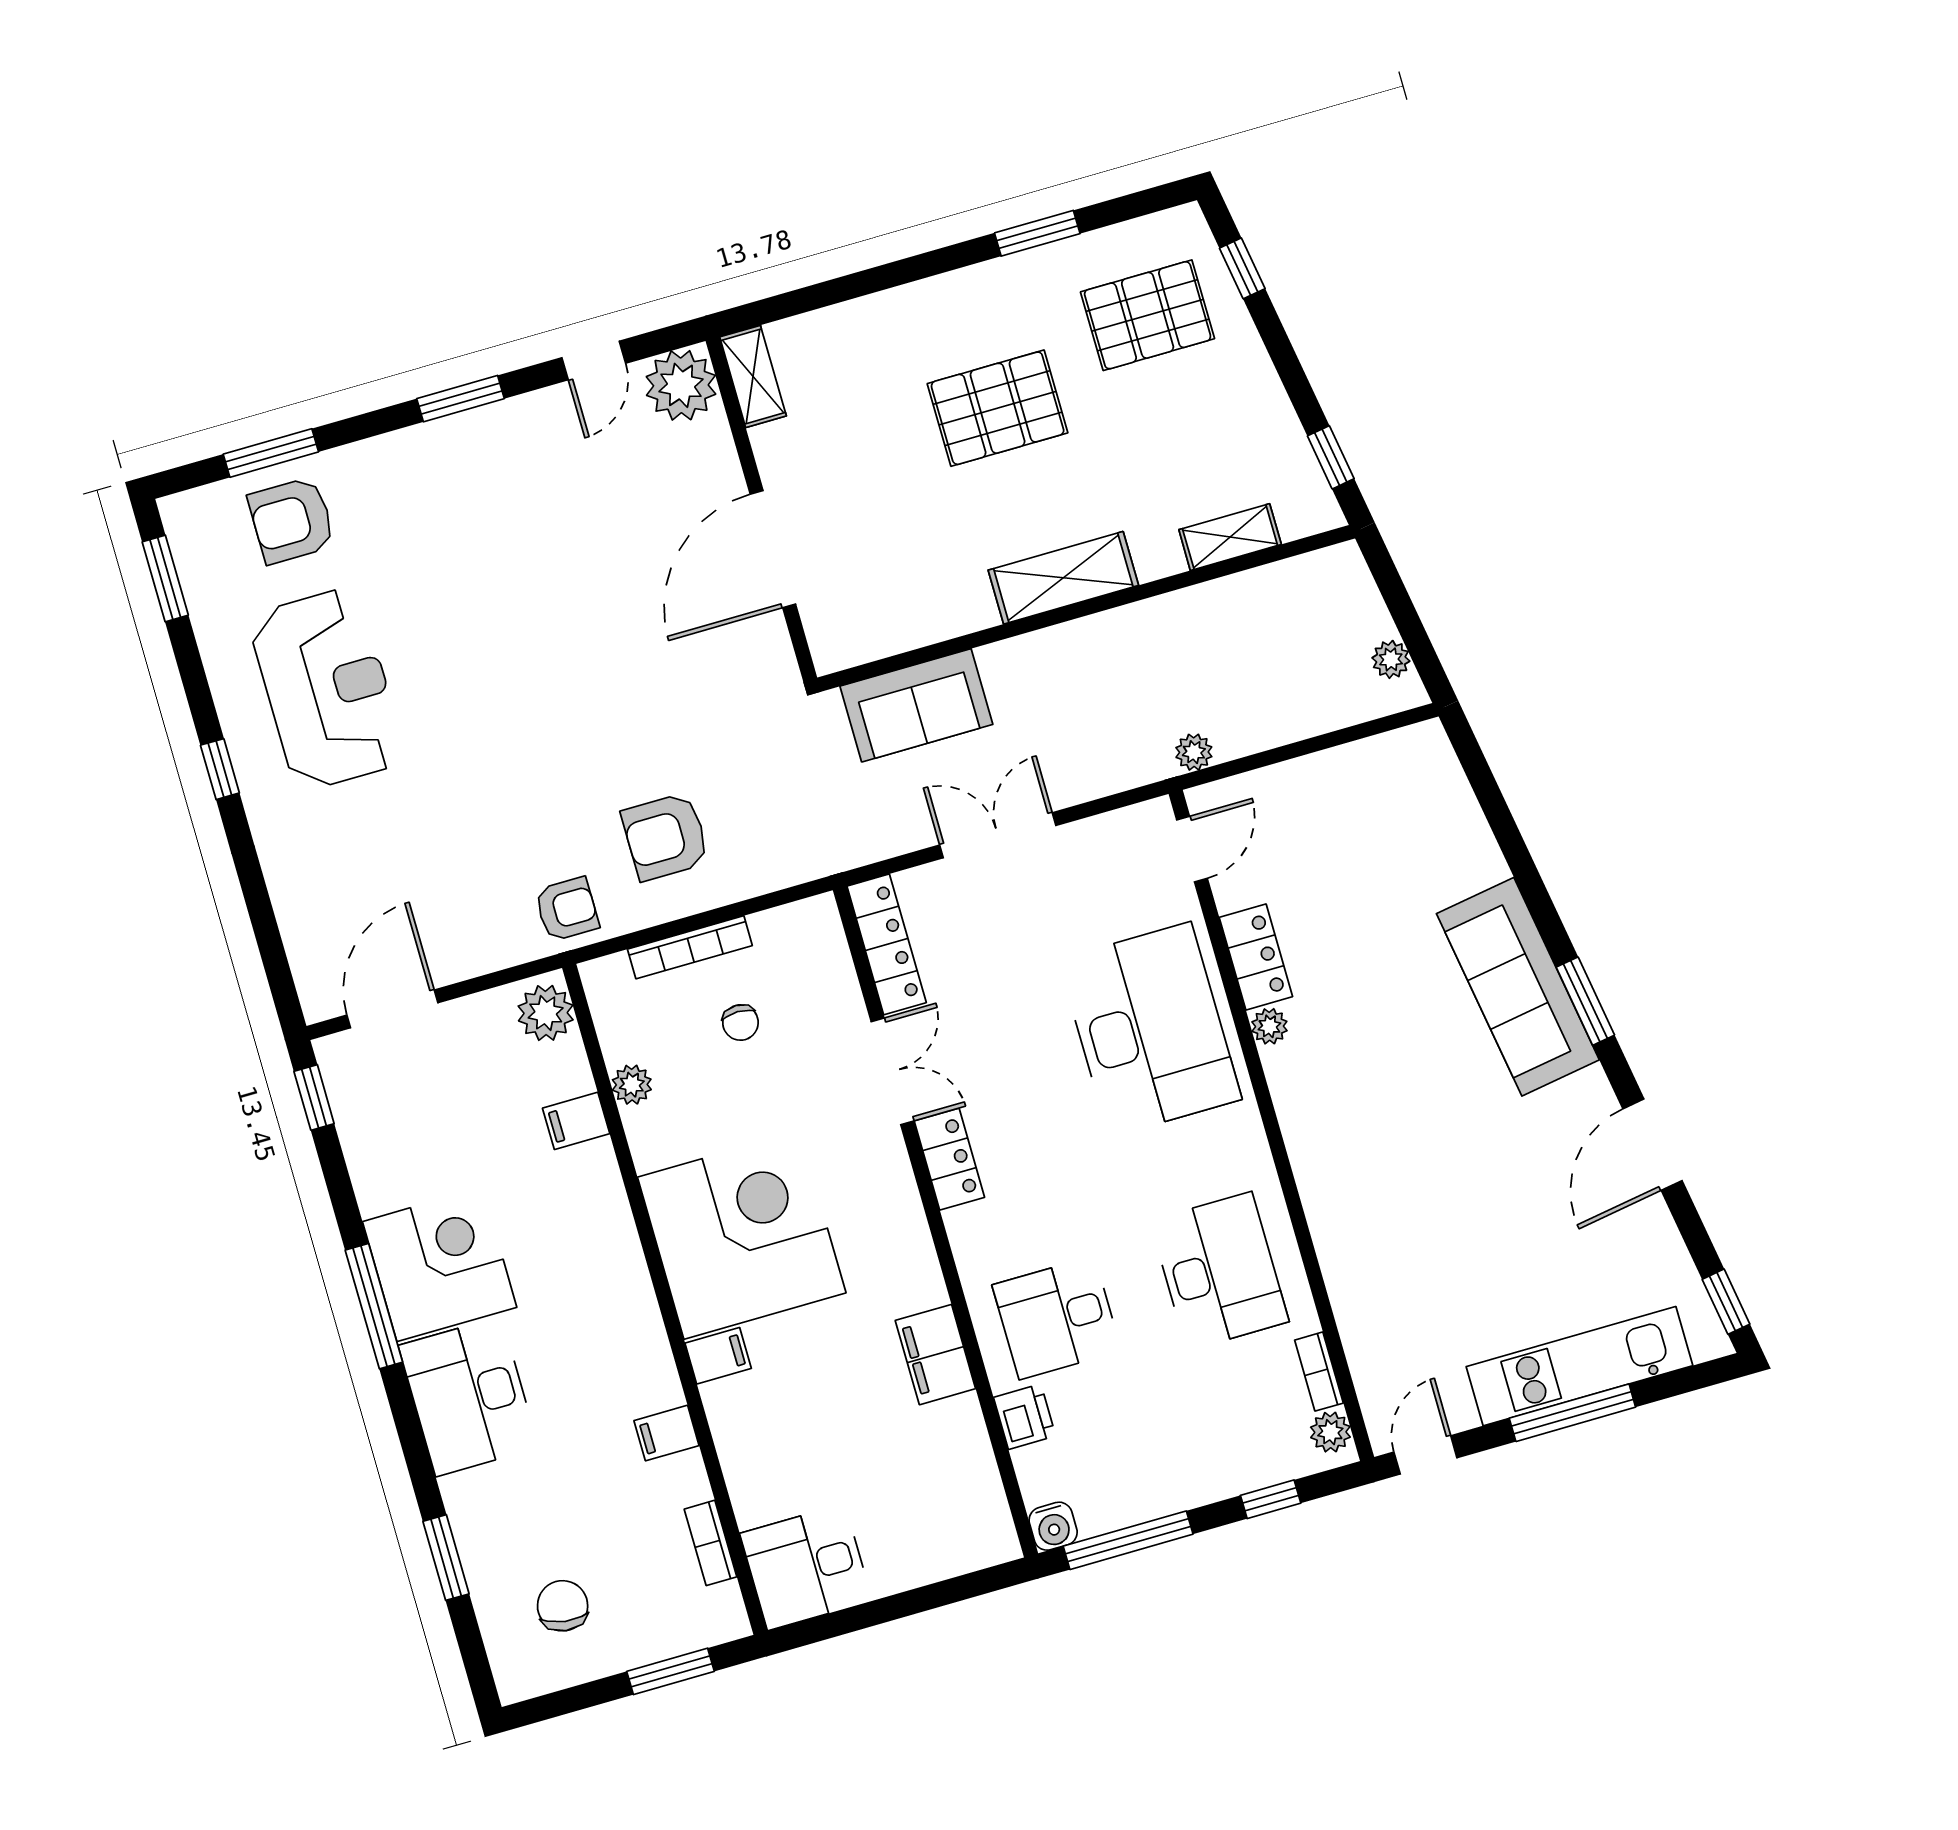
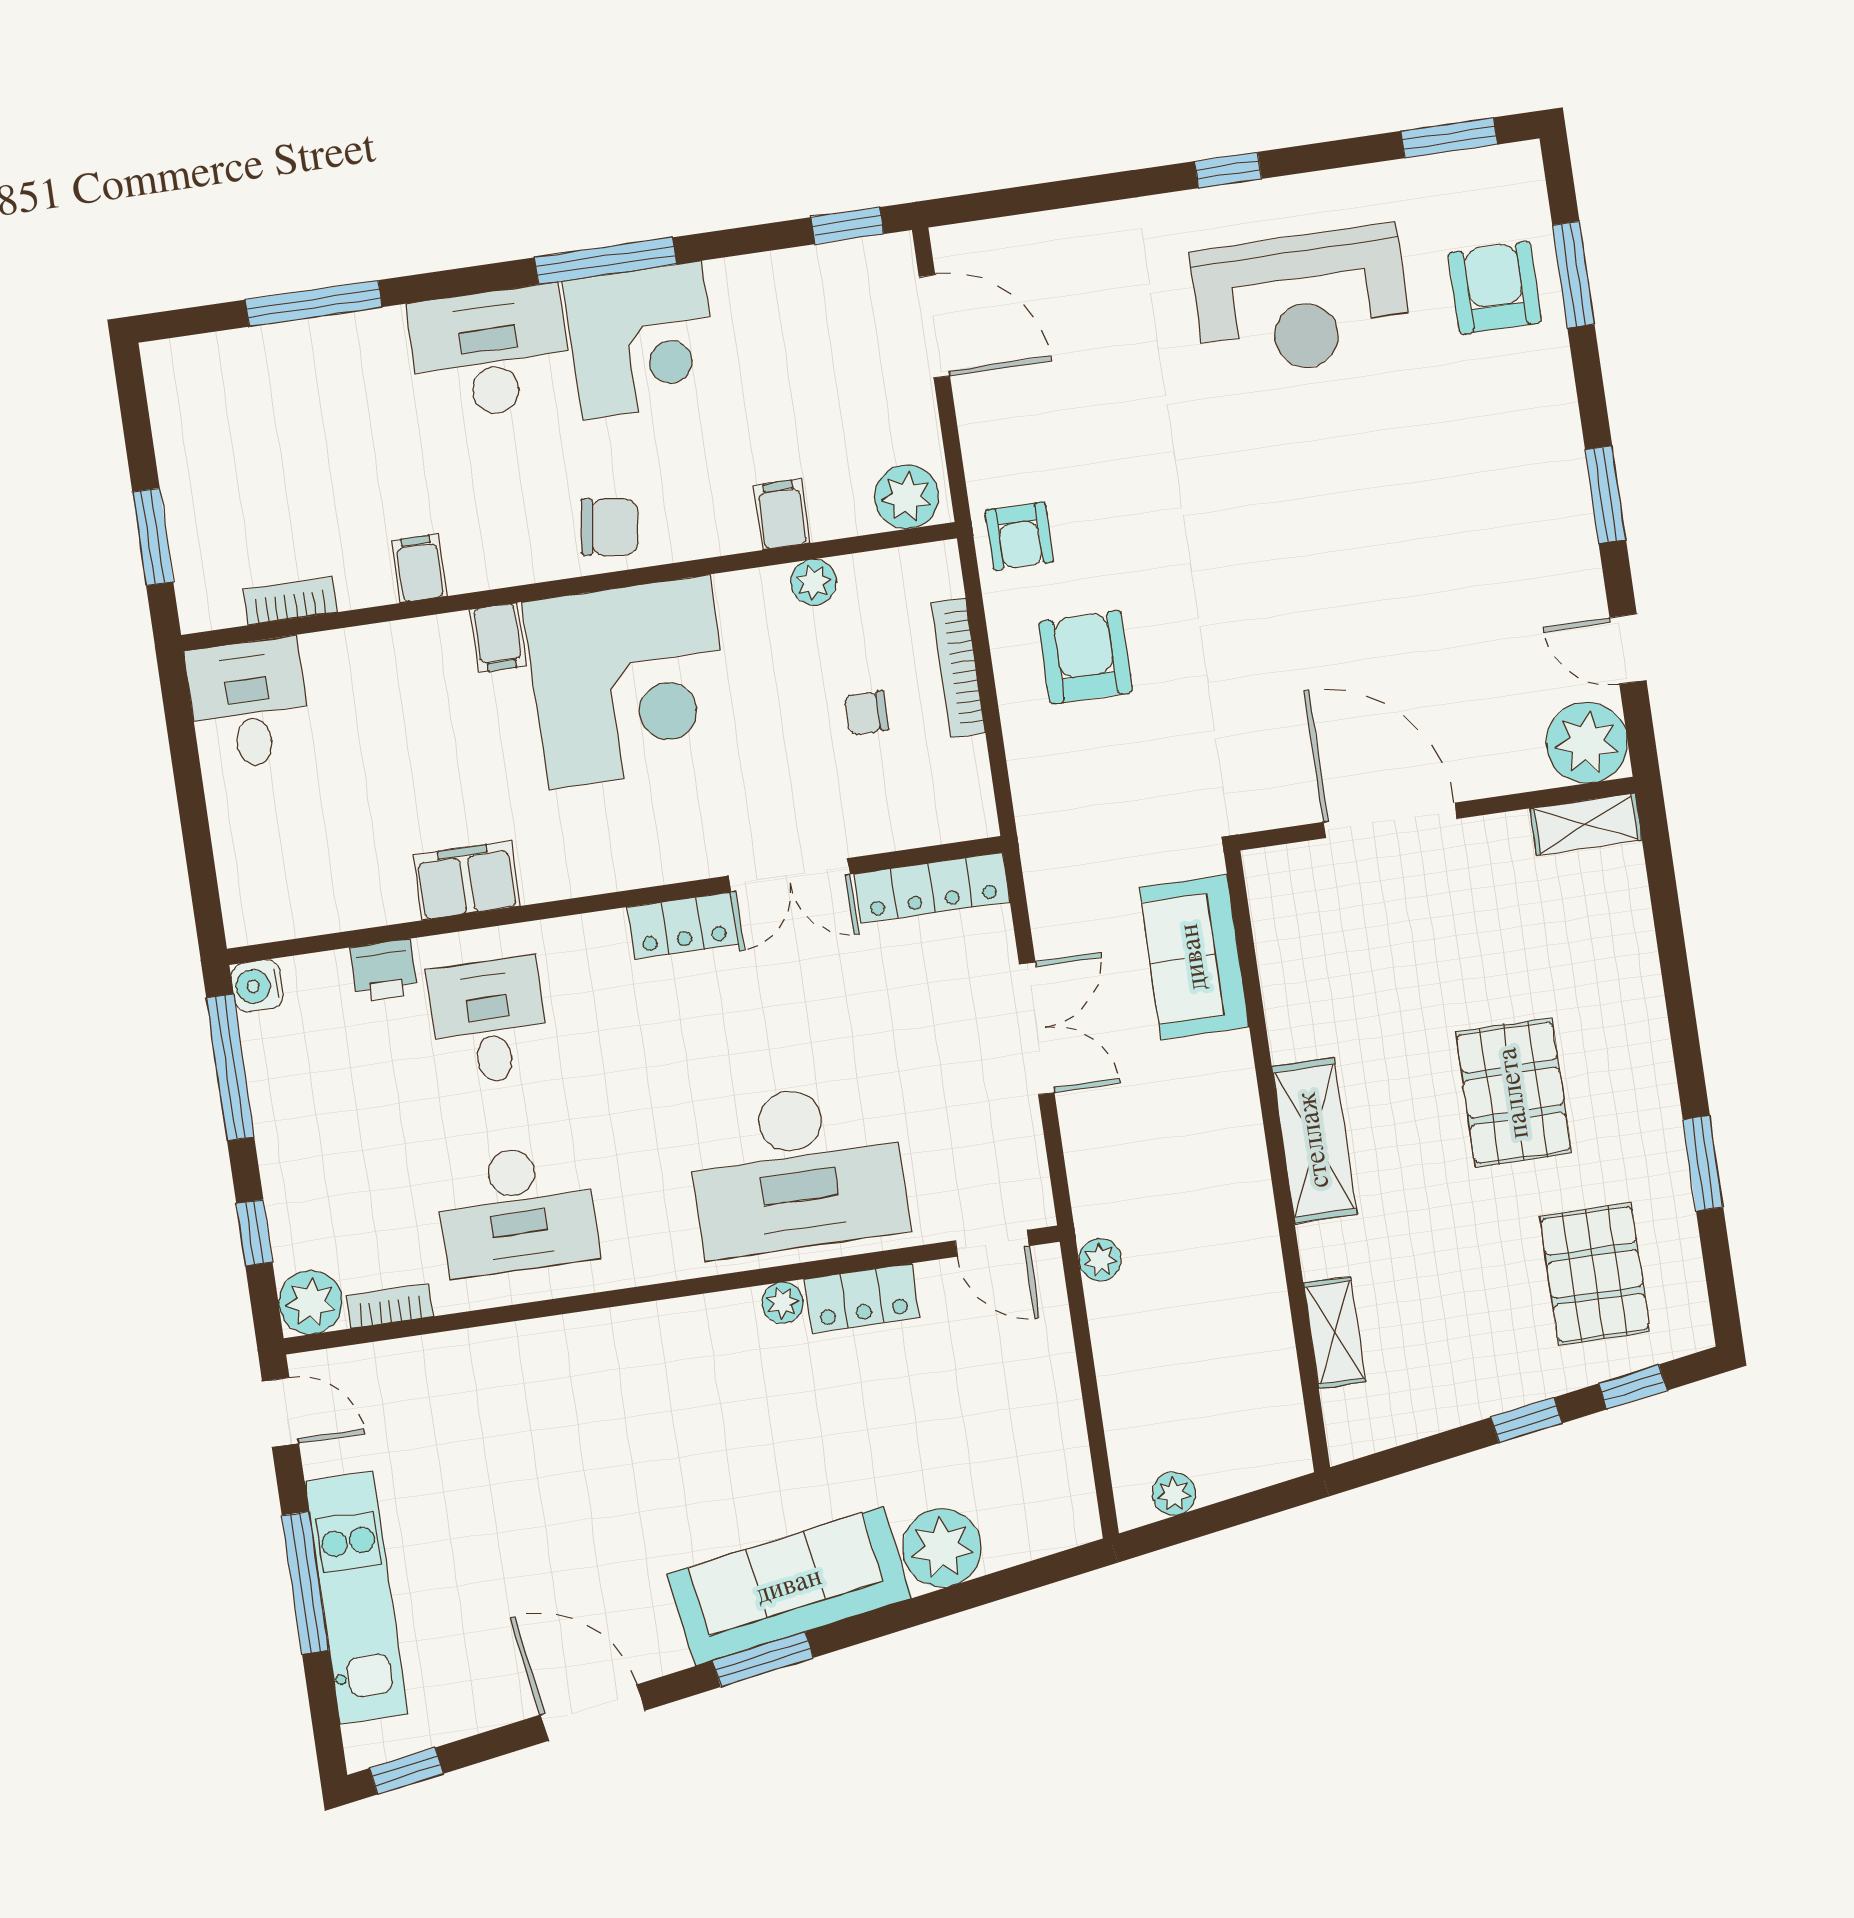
window: (1331, 457) -> (1526, 1420), moved
plant: (1466, 857) -> (942, 1548), added
plant: (1330, 1432) -> (311, 1302), width x1.38, depth x1.38
window: (446, 1558) -> (314, 303), width x1.44
chair: (563, 1606) -> (610, 527), moved

